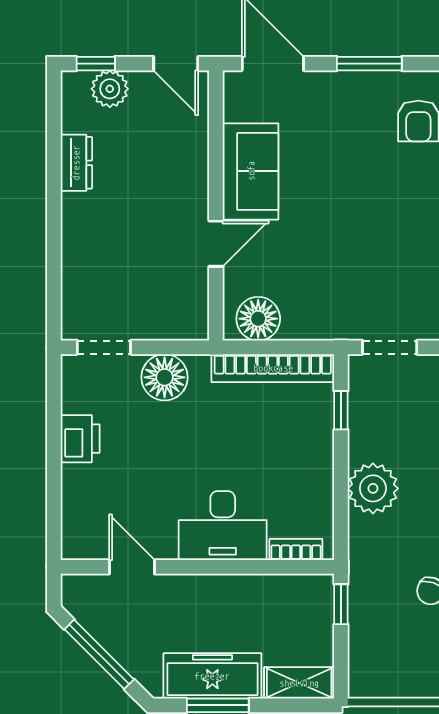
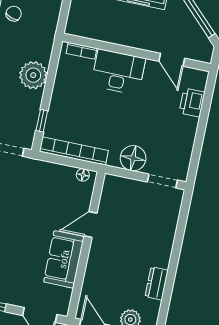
floor lamp: (258, 319) -> (83, 175), width x0.53, depth x0.53
printer: (80, 439) -> (192, 103), moved
window: (341, 604) -> (63, 16), removed

